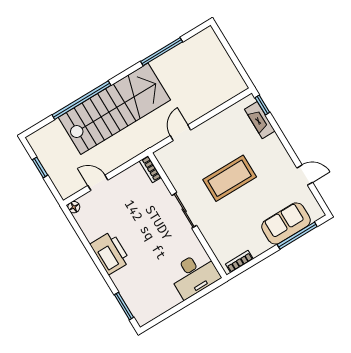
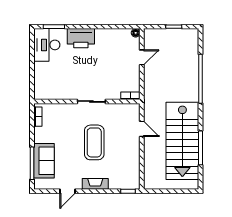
stairs: (114, 109) -> (182, 141), moved
fireplace: (260, 120) -> (95, 184), moved
printer: (110, 253) -> (81, 38), moved
desk: (194, 275) -> (47, 45), moved

